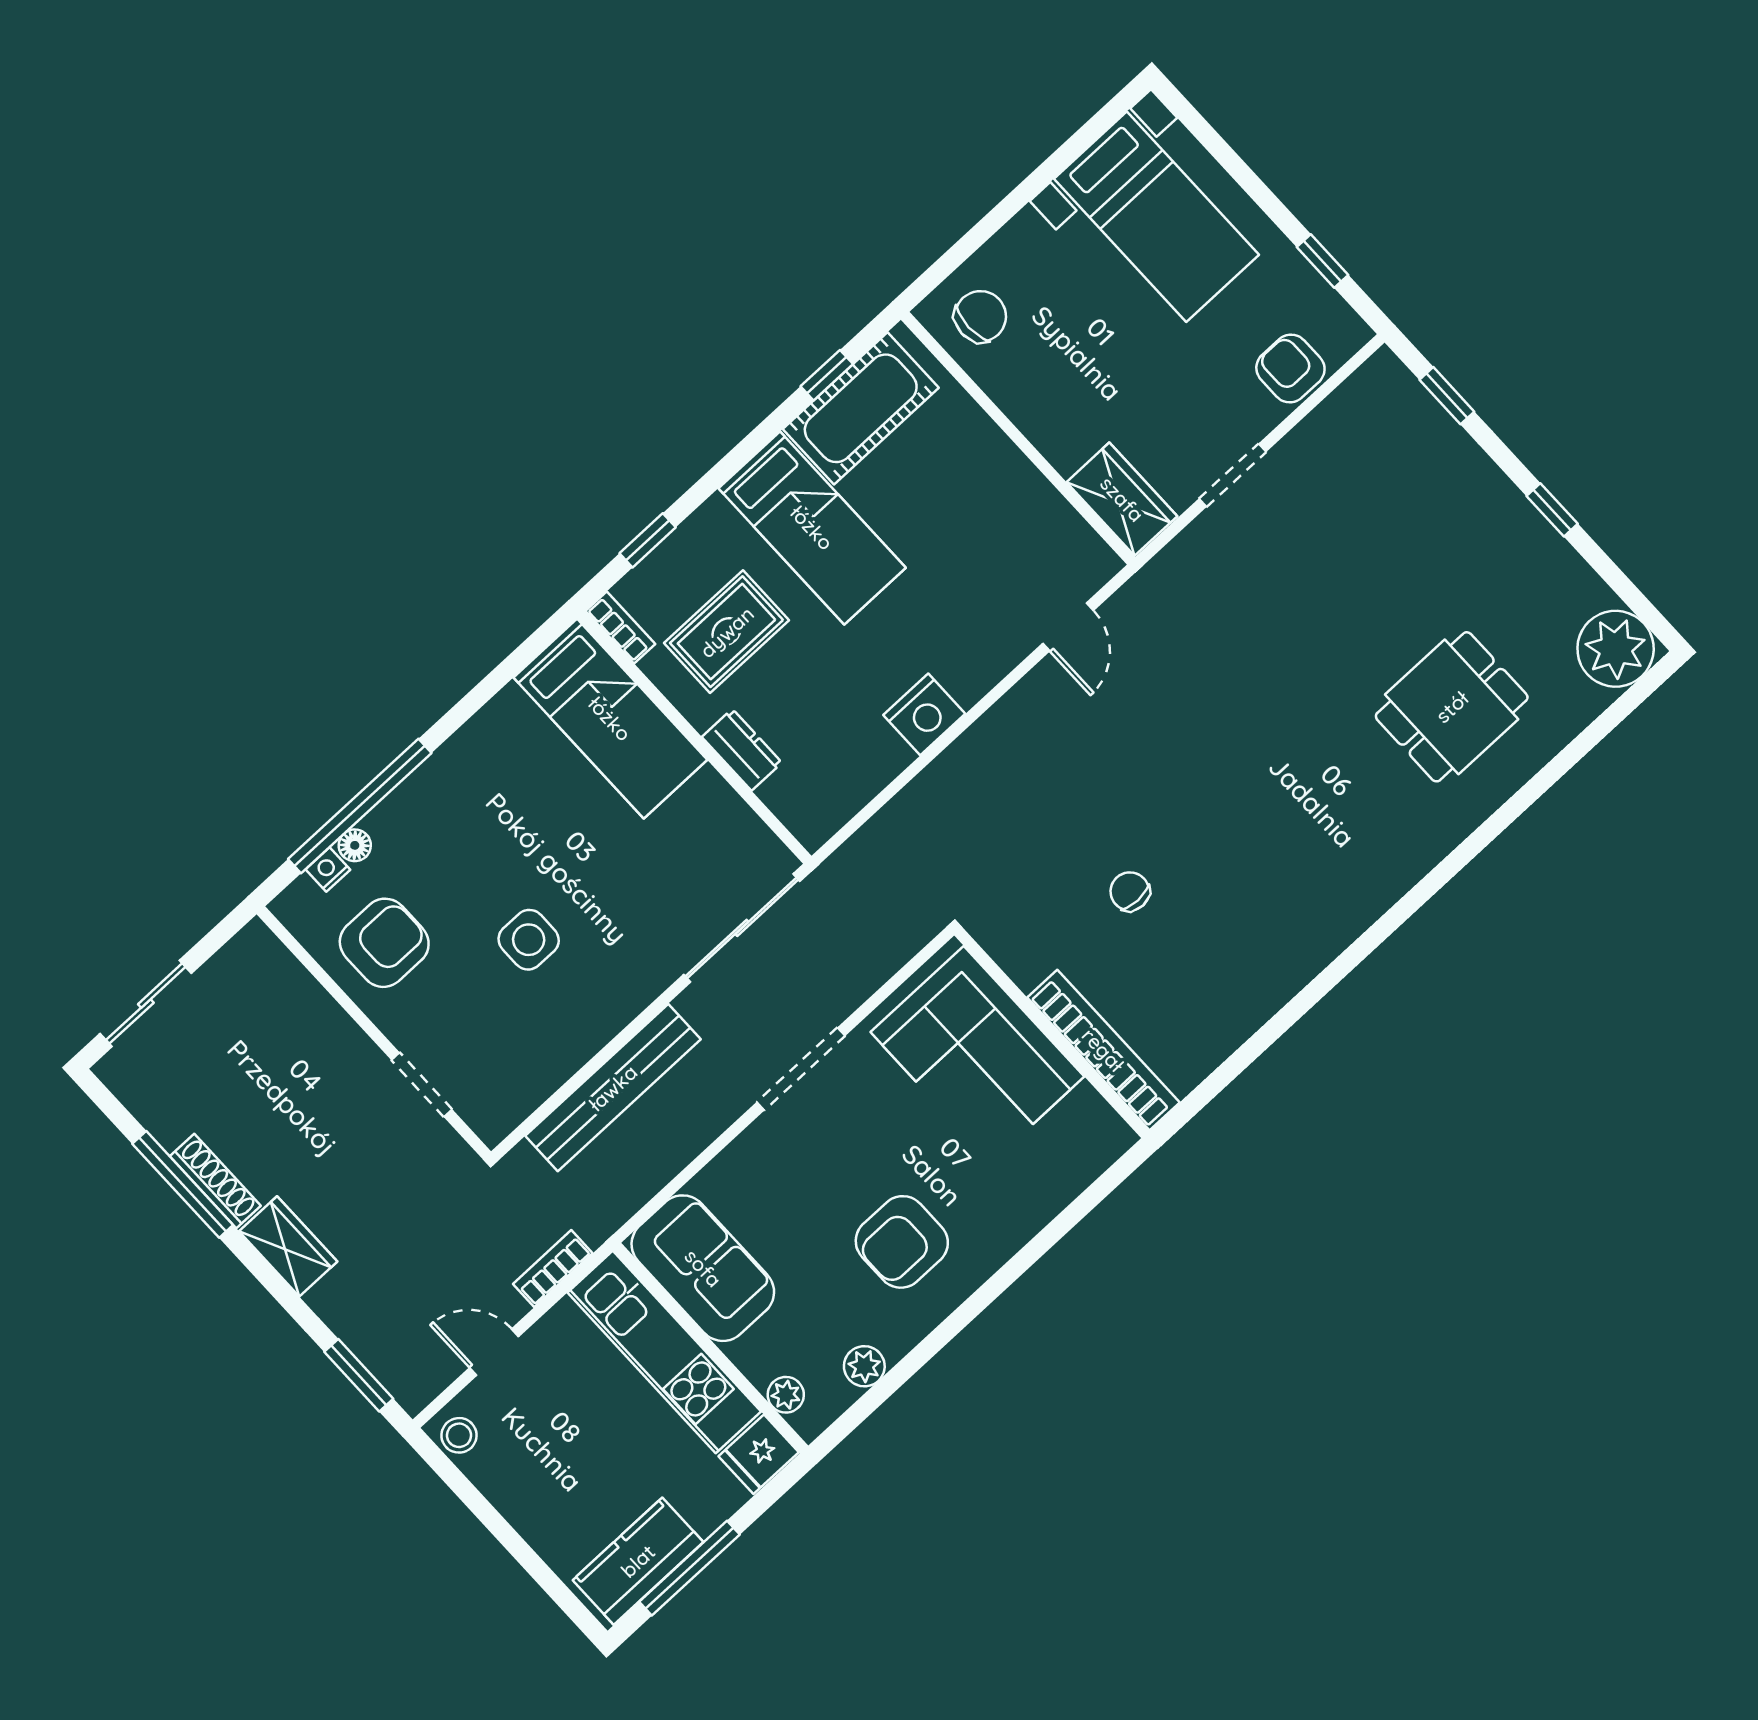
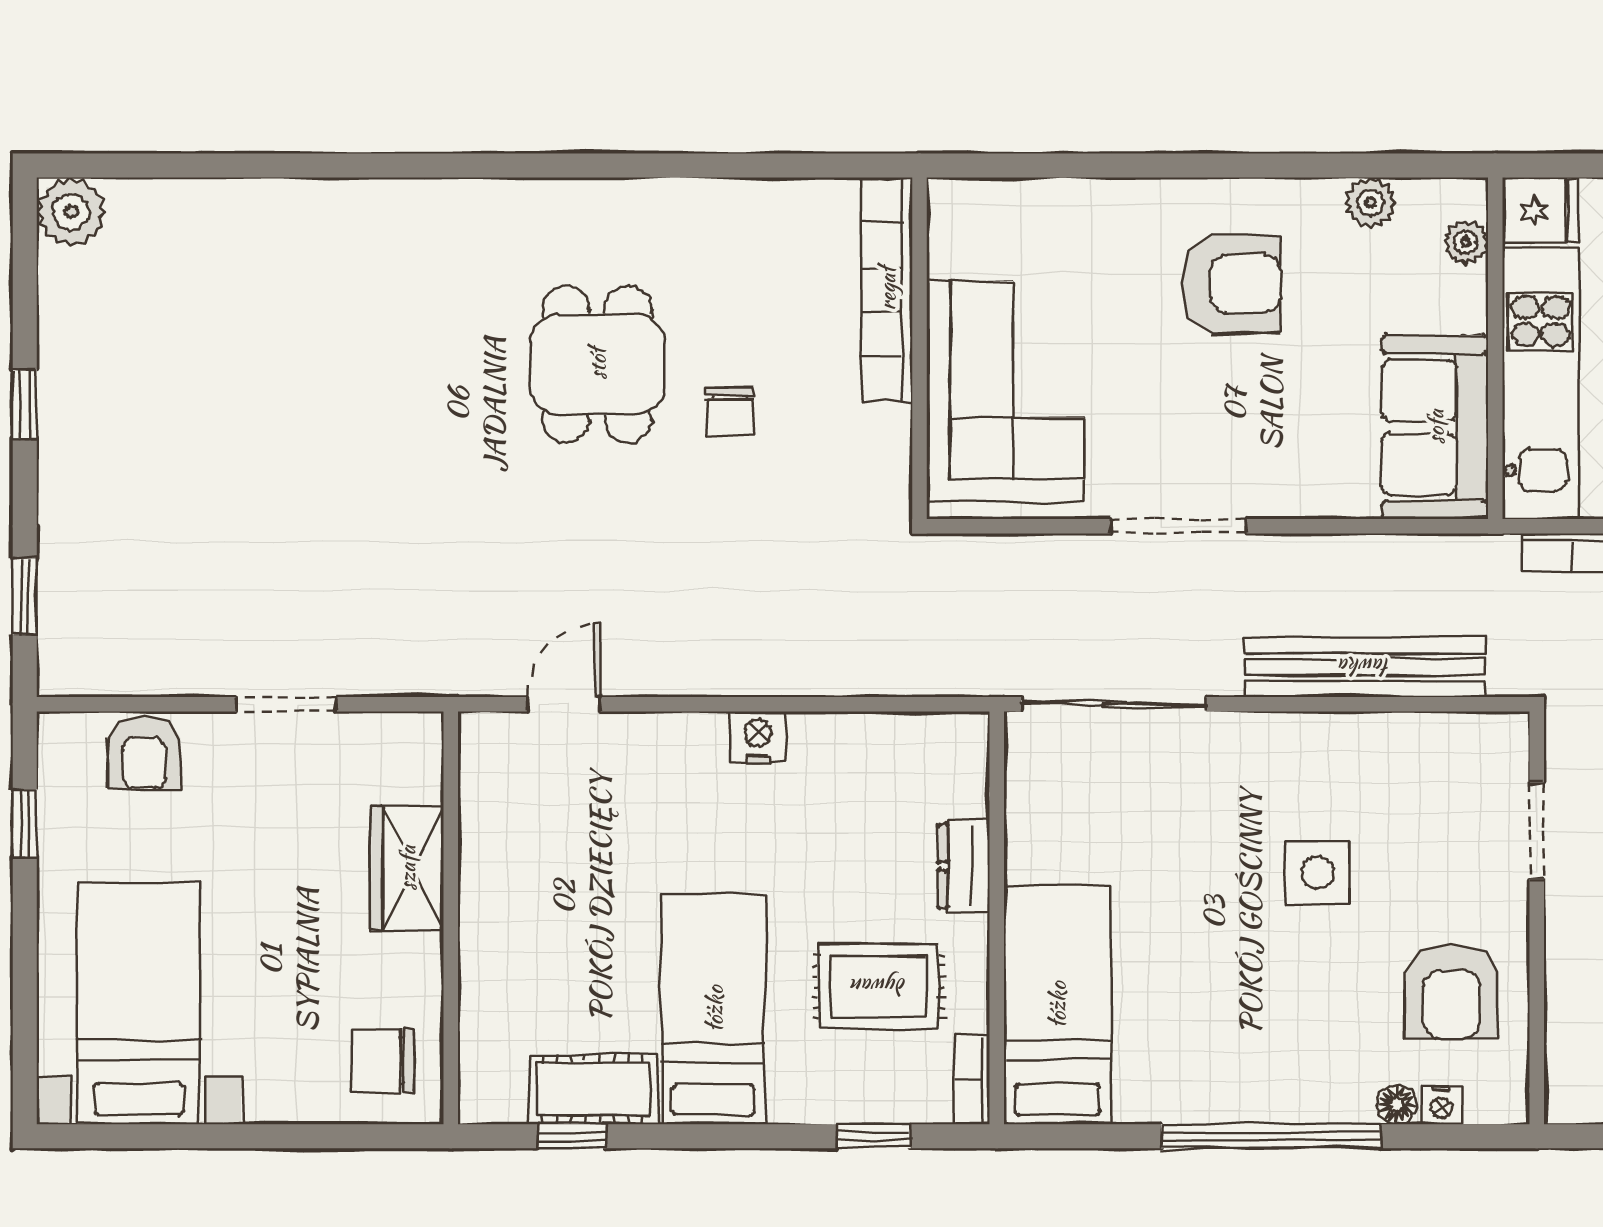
cot: (861, 408) -> (593, 1089), width x0.73, depth x0.75
wardrobe: (1122, 499) -> (407, 868), moved
plant: (1616, 649) -> (71, 212), width x0.73, depth x0.73
dining table: (1452, 707) -> (597, 364), moved, turned 90
nightstand: (924, 714) -> (758, 737), width x0.74, depth x0.75
window: (360, 806) -> (1271, 1136), moved
armchair: (384, 943) -> (1452, 991), turned -90

